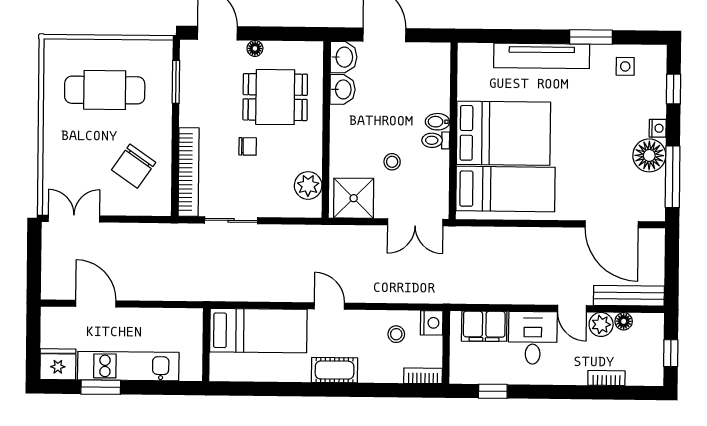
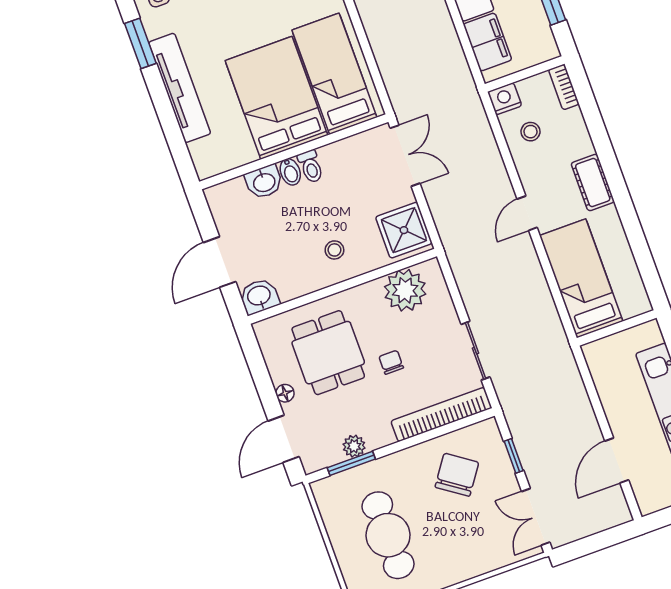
plant: (189, 89) -> (354, 446), added
washbasin: (343, 89) -> (264, 182), moved, turned 180
stool: (392, 162) -> (334, 250), moved
chair: (134, 166) -> (457, 475), turned -90
plant: (308, 185) -> (405, 290), width x1.36, depth x1.36
window: (132, 219) -> (514, 456), added

